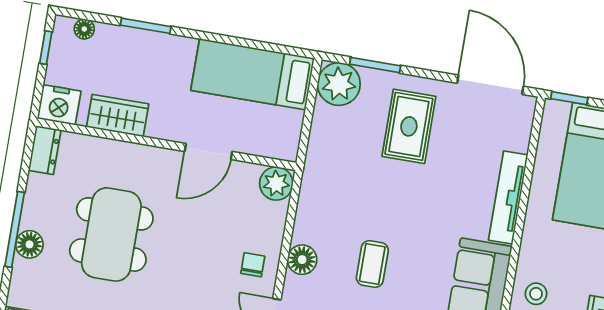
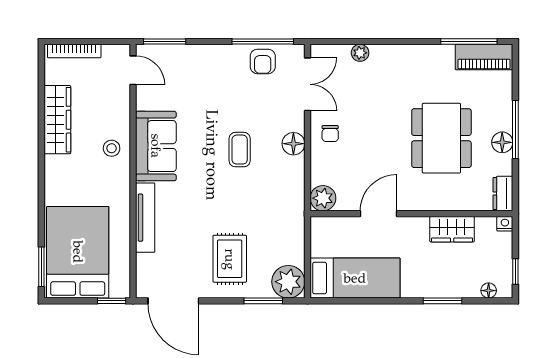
nightstand: (59, 105) -> (505, 224), width x0.53, depth x0.56
floor lamp: (29, 244) -> (502, 142), moved

